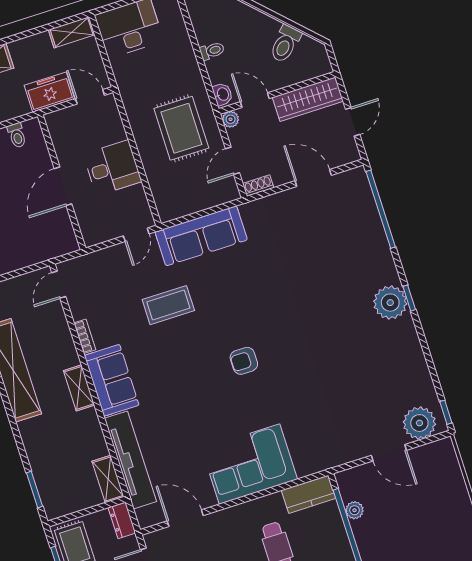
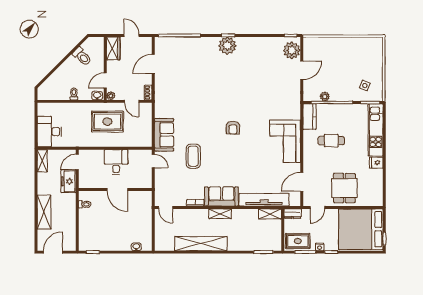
wardrobe: (308, 99) -> (113, 48), width x0.67
sofa: (201, 236) -> (164, 135), width x0.73

